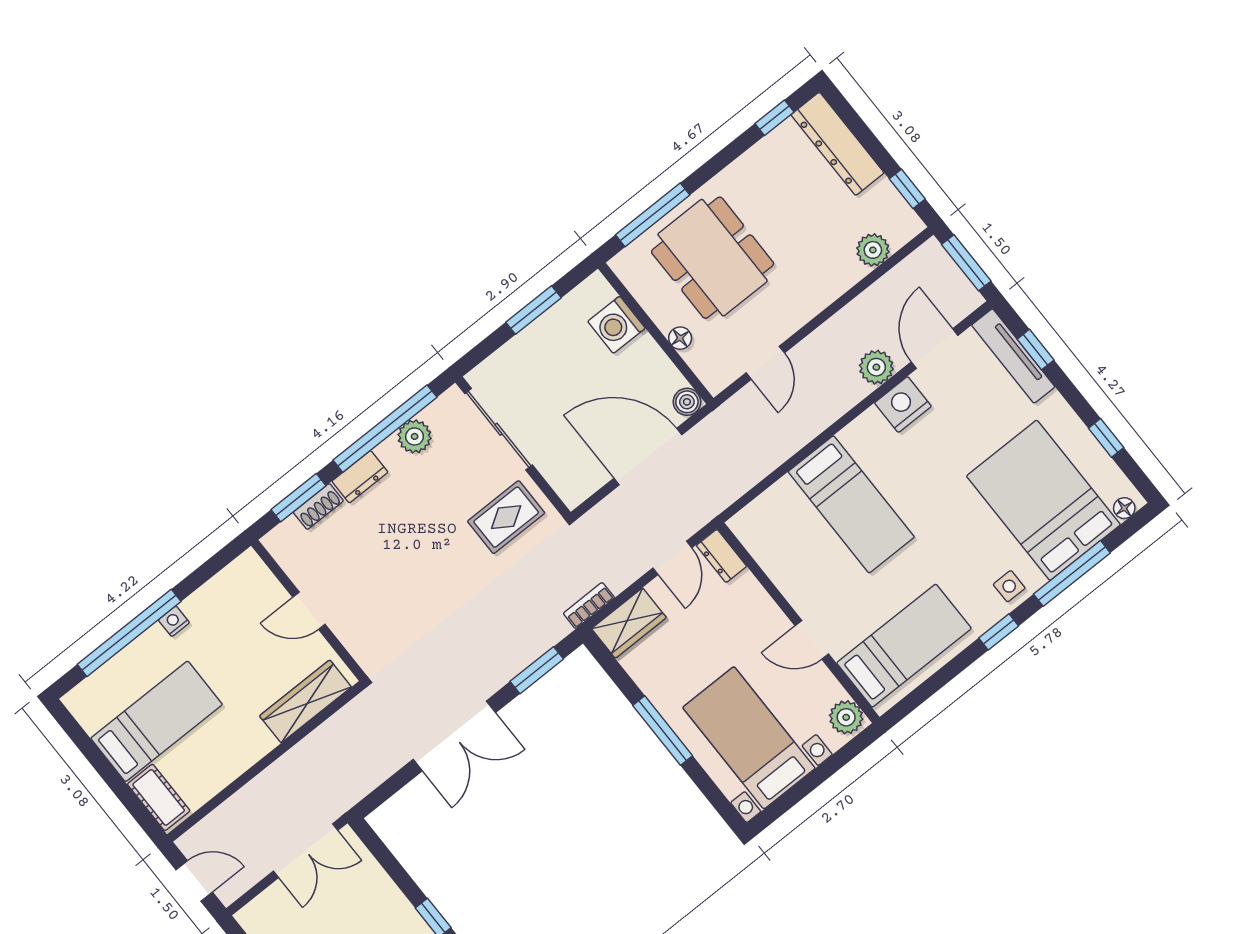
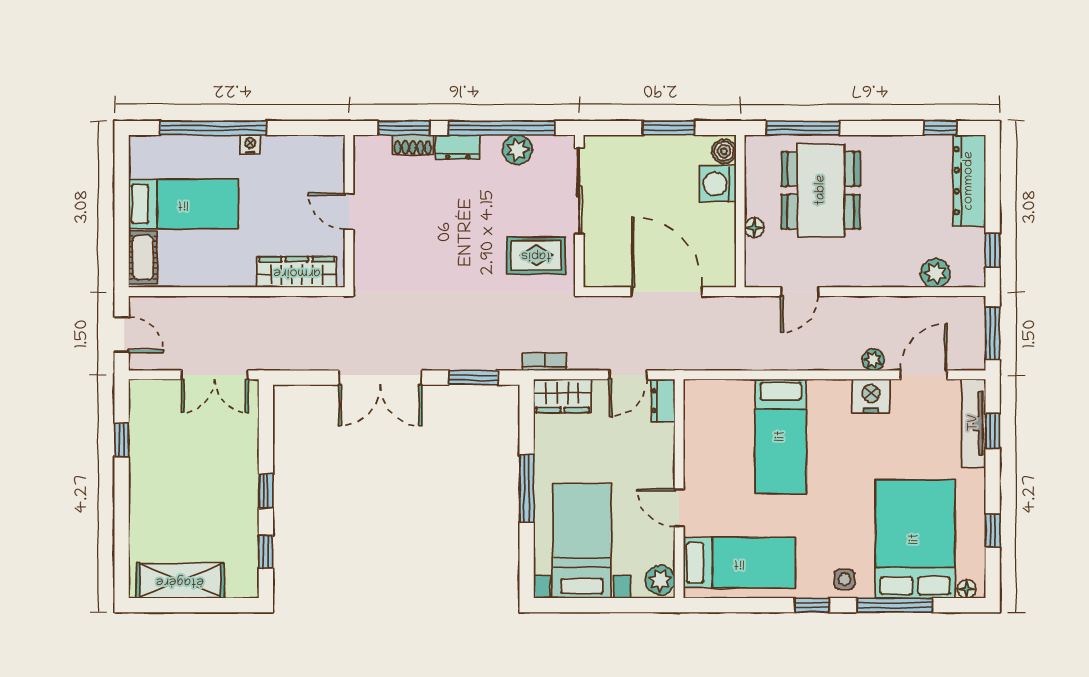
plant: (876, 367) -> (873, 360), width x0.73, depth x0.73
boiler: (687, 402) -> (724, 151), moved

